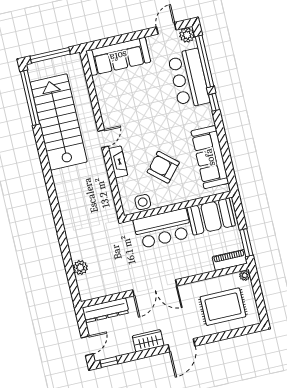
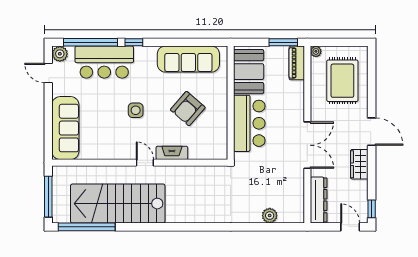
side table: (143, 202) -> (136, 110), moved

